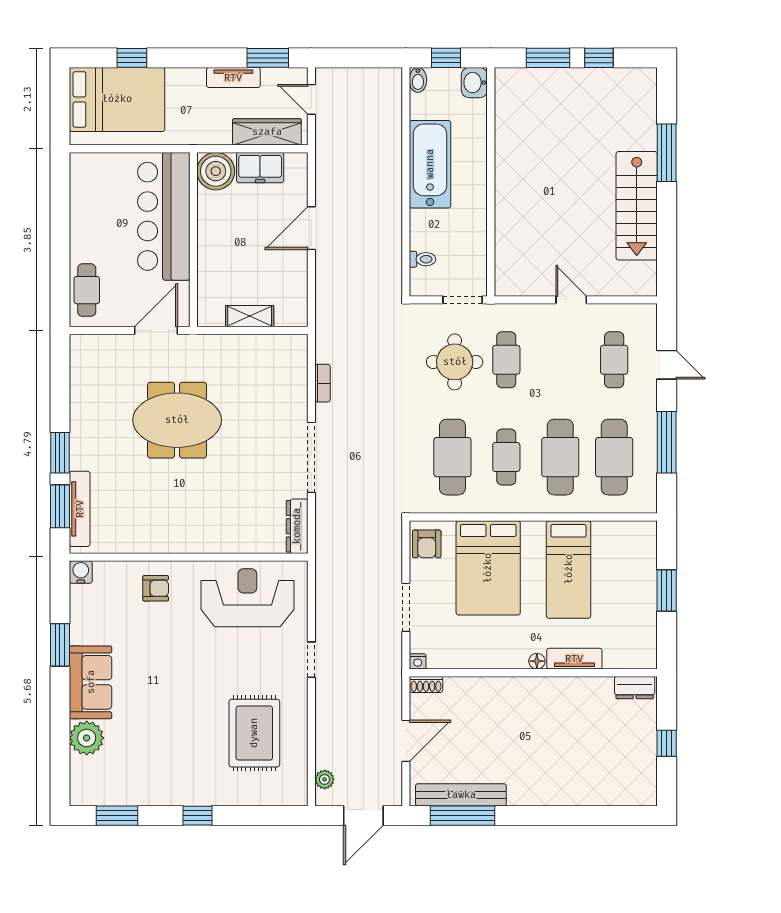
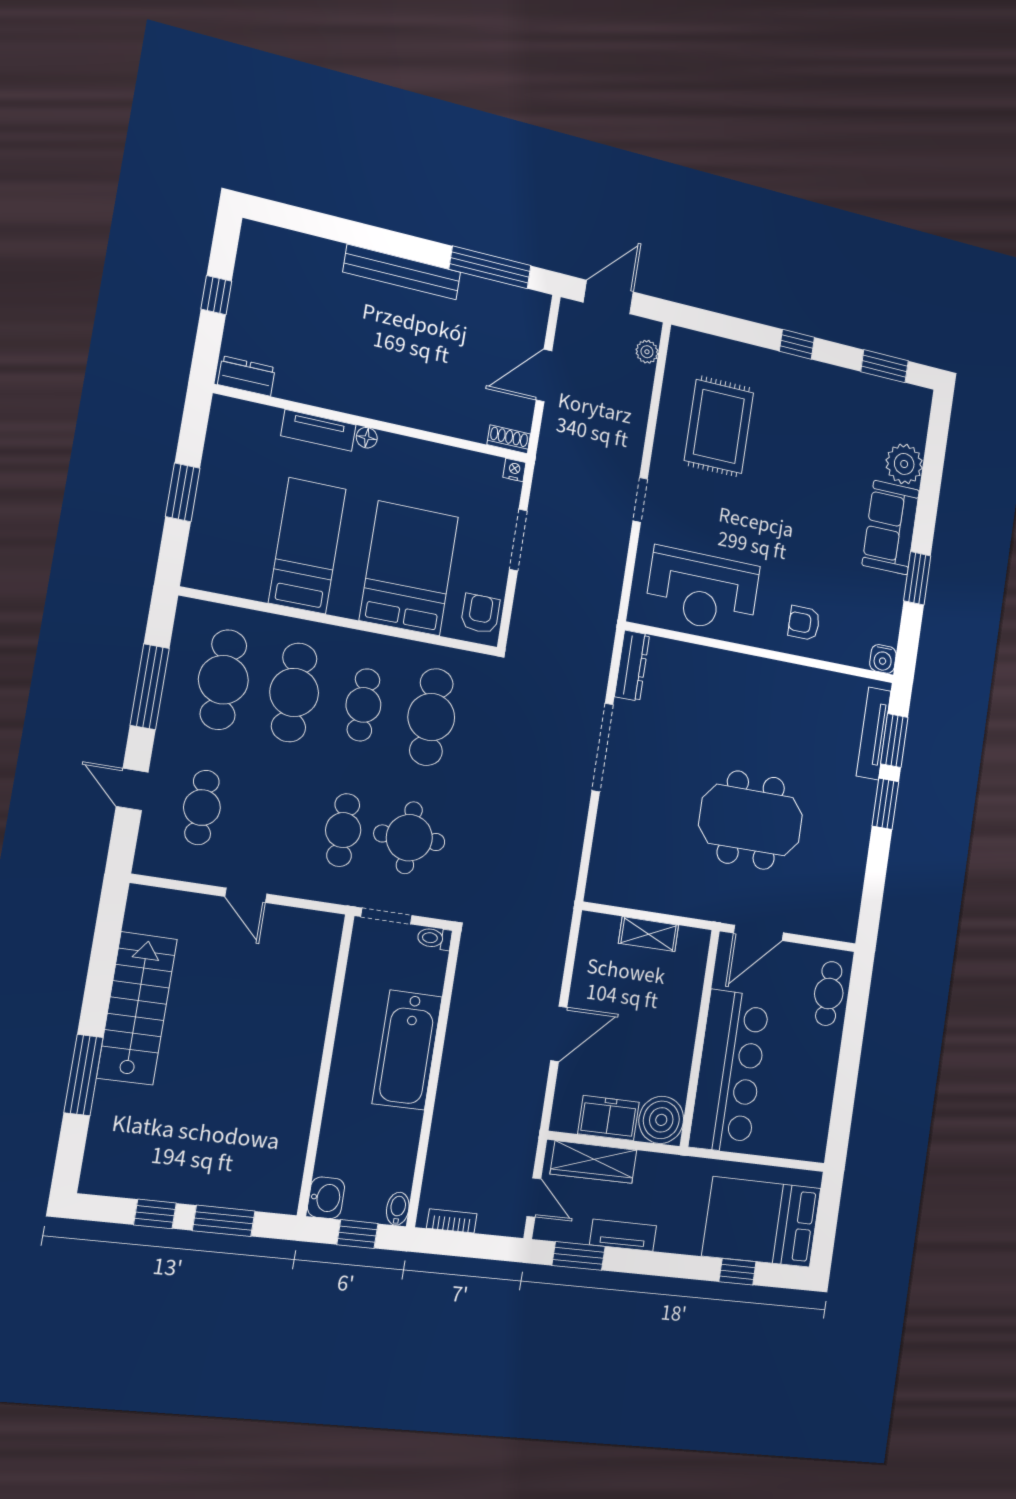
bathtub: (430, 164) -> (407, 1050), moved
toilet: (422, 259) -> (435, 938), moved
bookcase: (323, 383) -> (452, 1221), moved, turned 90
bench: (461, 795) -> (402, 272), moved

